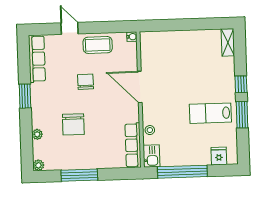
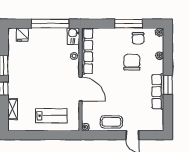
shelving: (228, 42) -> (13, 109), moved
row of seats: (37, 59) -> (158, 92), moved
chair: (86, 82) -> (138, 38), moved
lab bench: (210, 113) -> (51, 116), moved
row of seats: (133, 145) -> (87, 51), width x1.36

